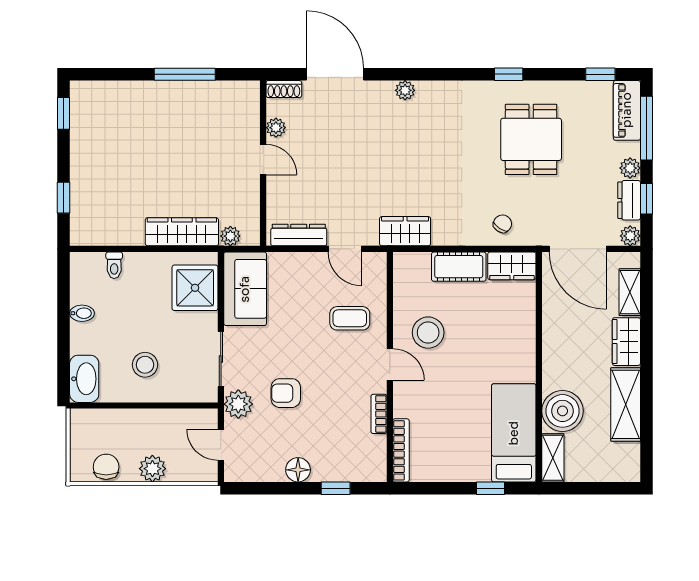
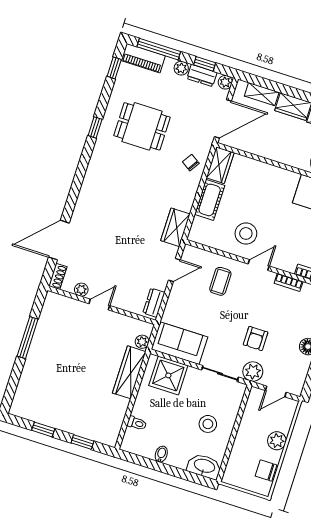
plant: (405, 90) -> (84, 198), removed
window: (64, 113) -> (43, 429), moved
dresser: (299, 235) -> (154, 303), width x0.70

